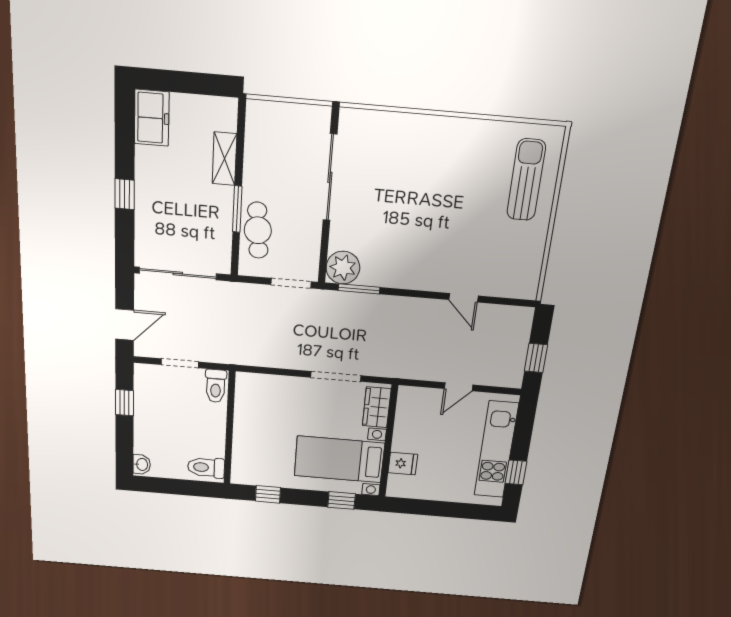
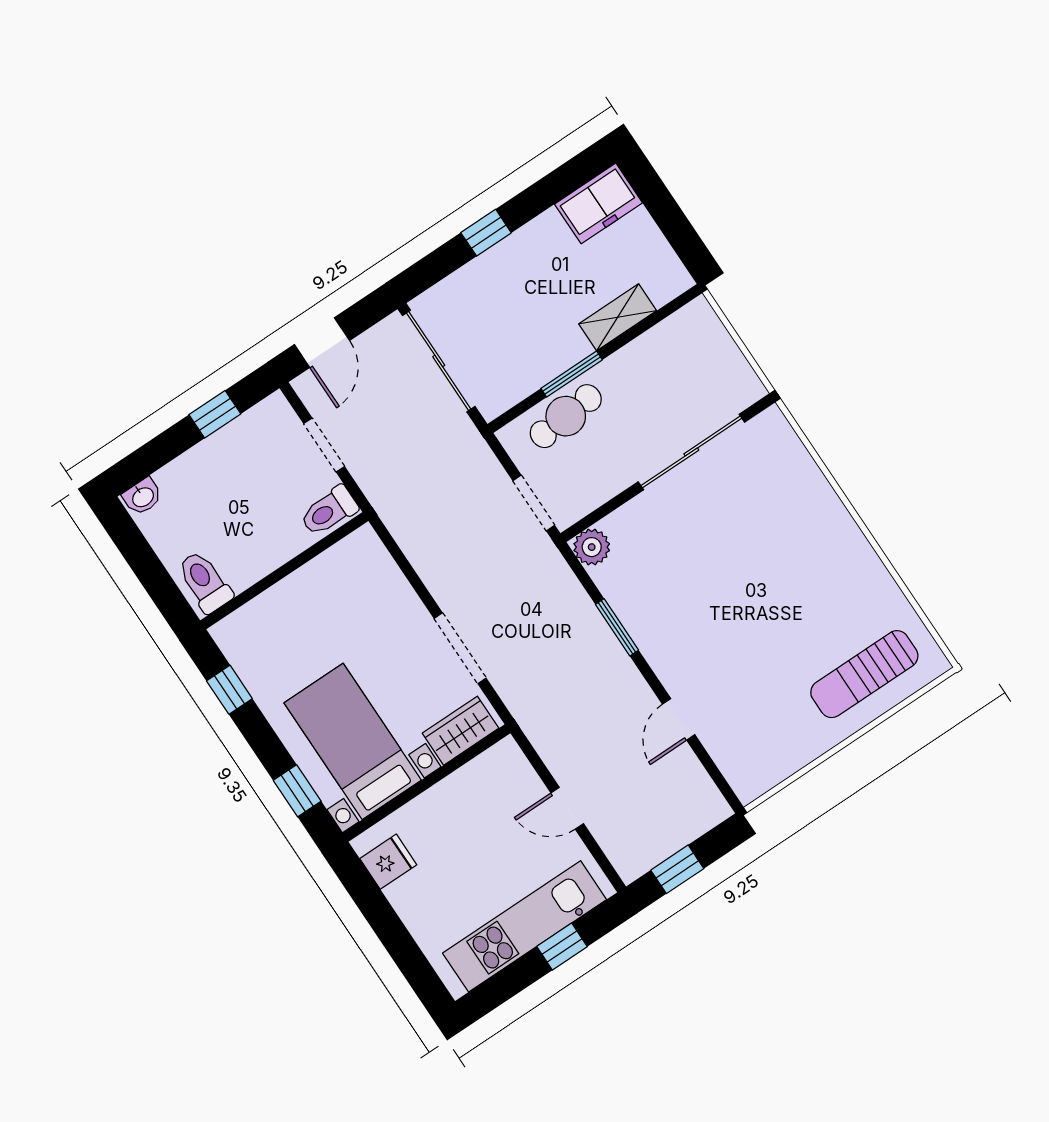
sun lounger: (526, 180) -> (864, 674), turned 180
plant: (343, 268) -> (592, 547), width x0.73, depth x0.73
window: (359, 289) -> (617, 627), moved
door: (125, 325) -> (322, 343), hinge flipped
fridge: (403, 464) -> (388, 862), moved, turned -90
window: (516, 472) -> (562, 947), moved

